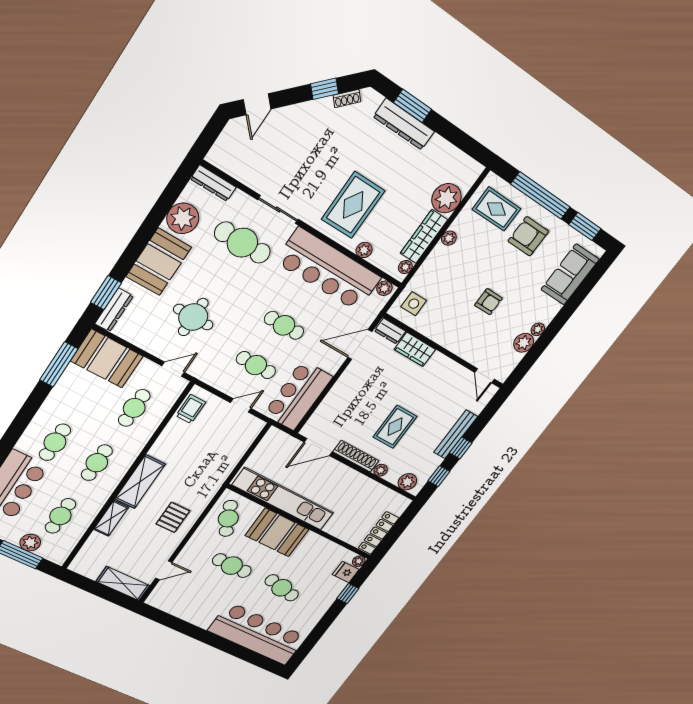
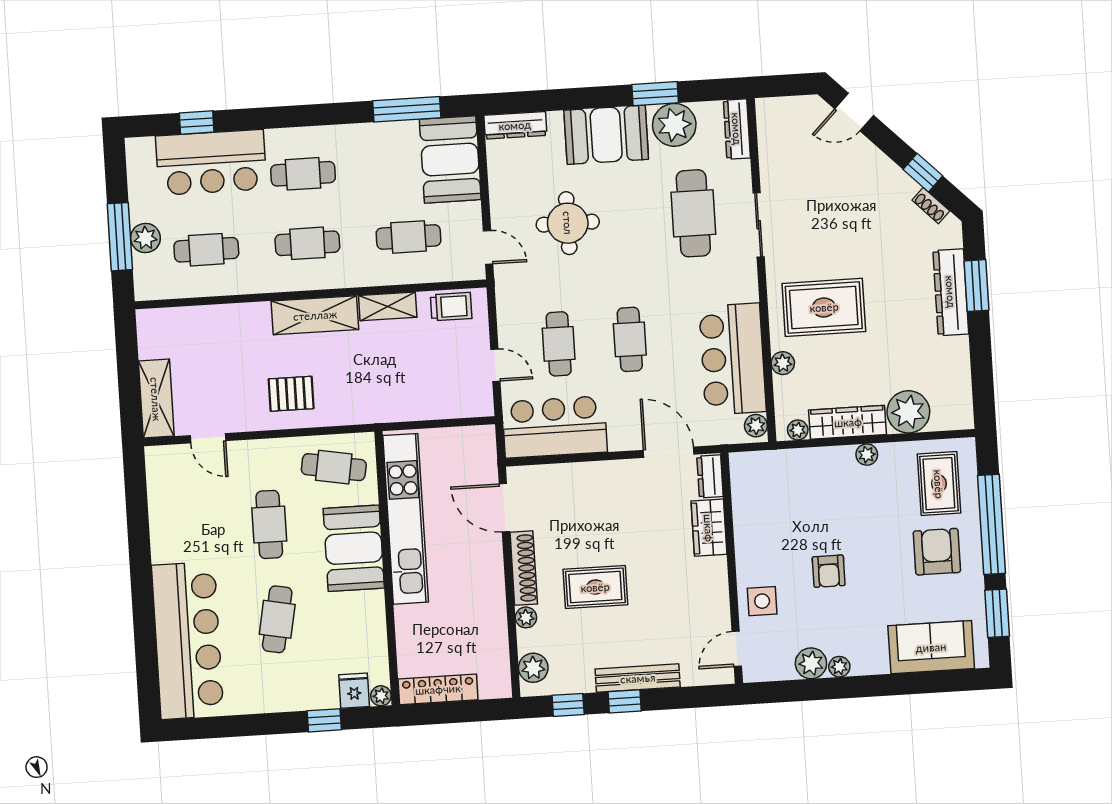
bar counter: (328, 270) -> (733, 359), width x0.73
window: (106, 293) -> (655, 94), moved
side table: (414, 304) -> (762, 601), moved
shelving: (111, 518) -> (388, 306), moved
cafe table: (228, 518) -> (334, 467), turned 36

